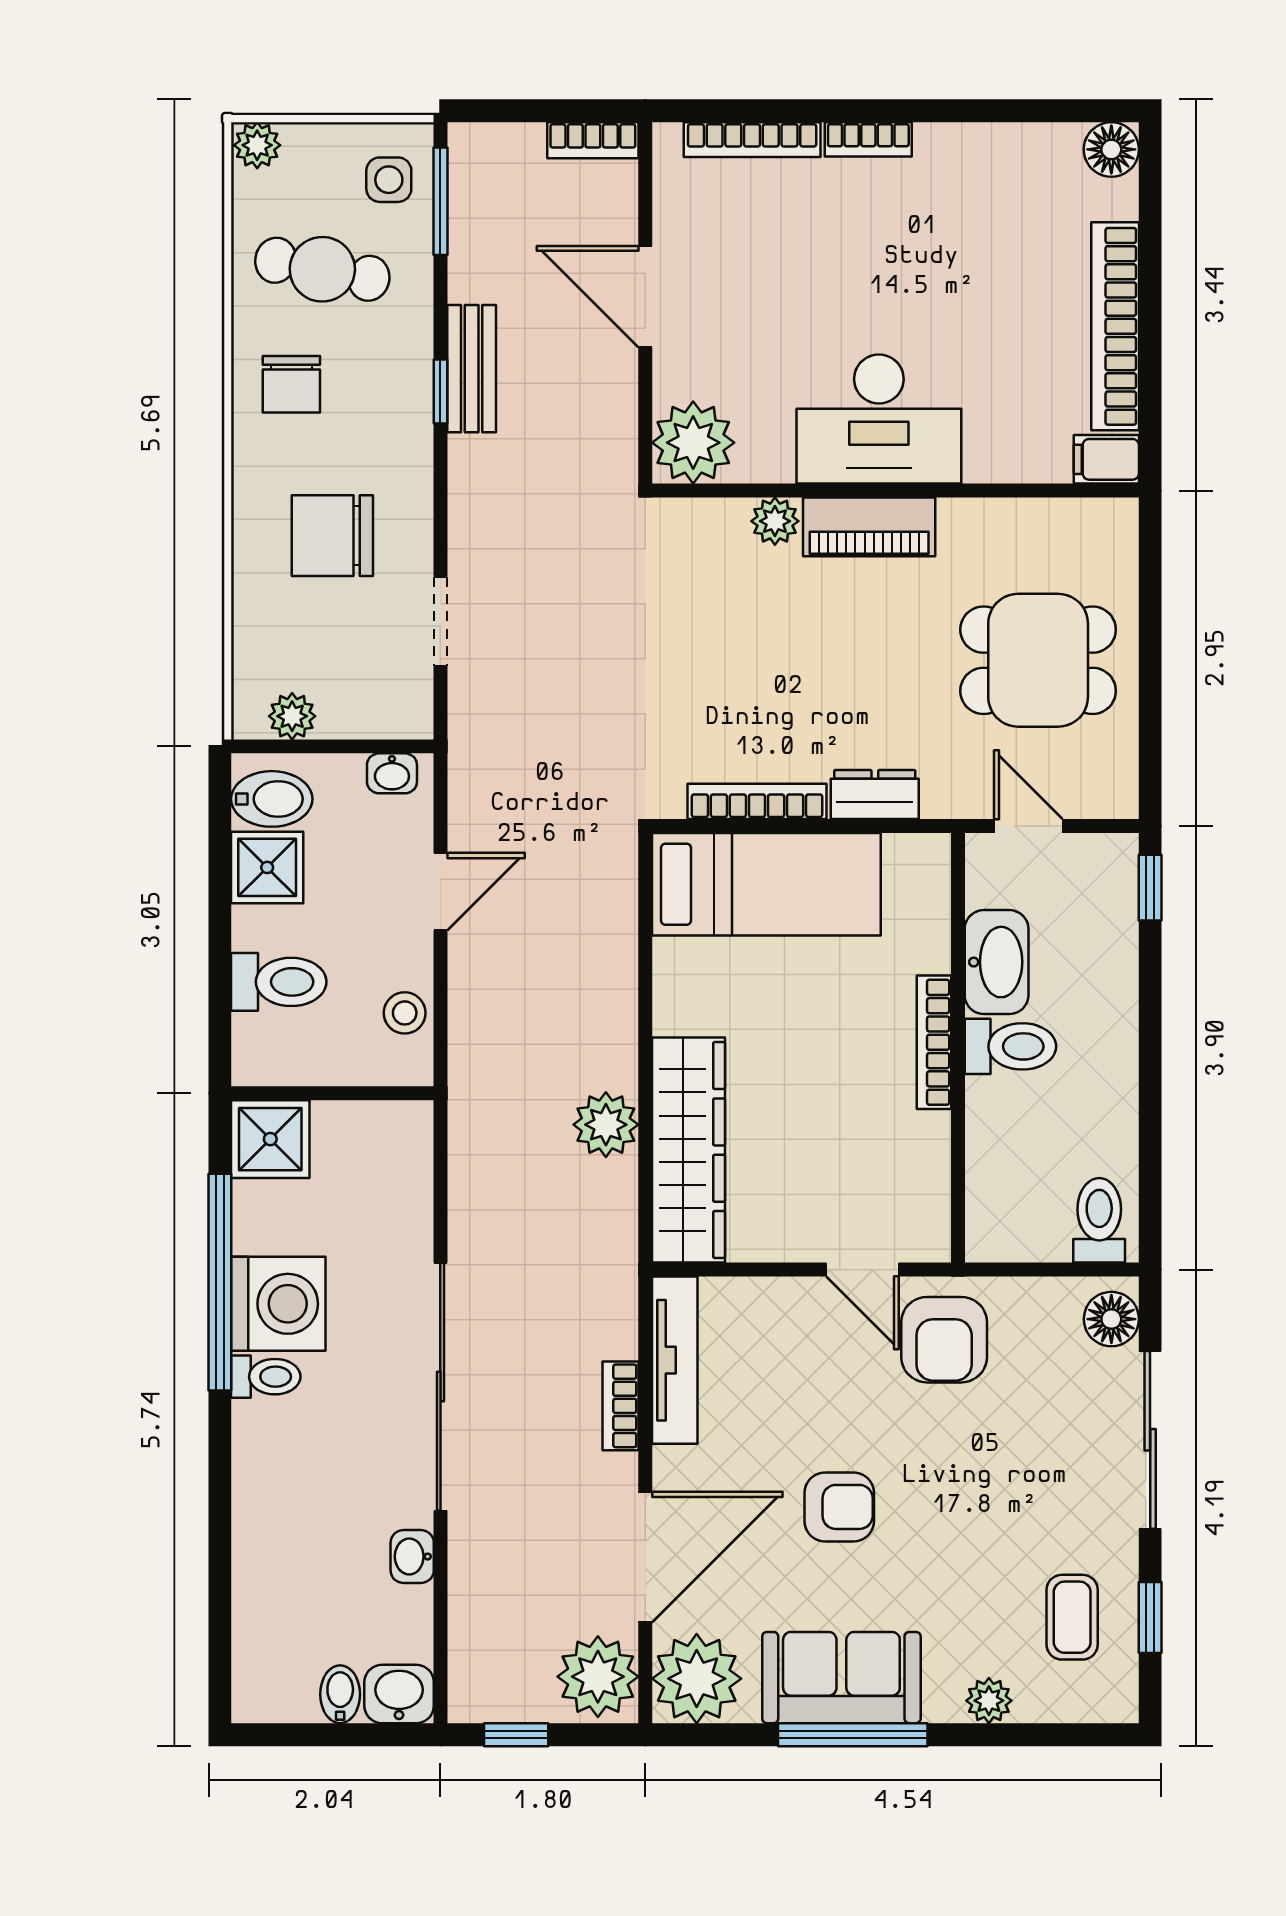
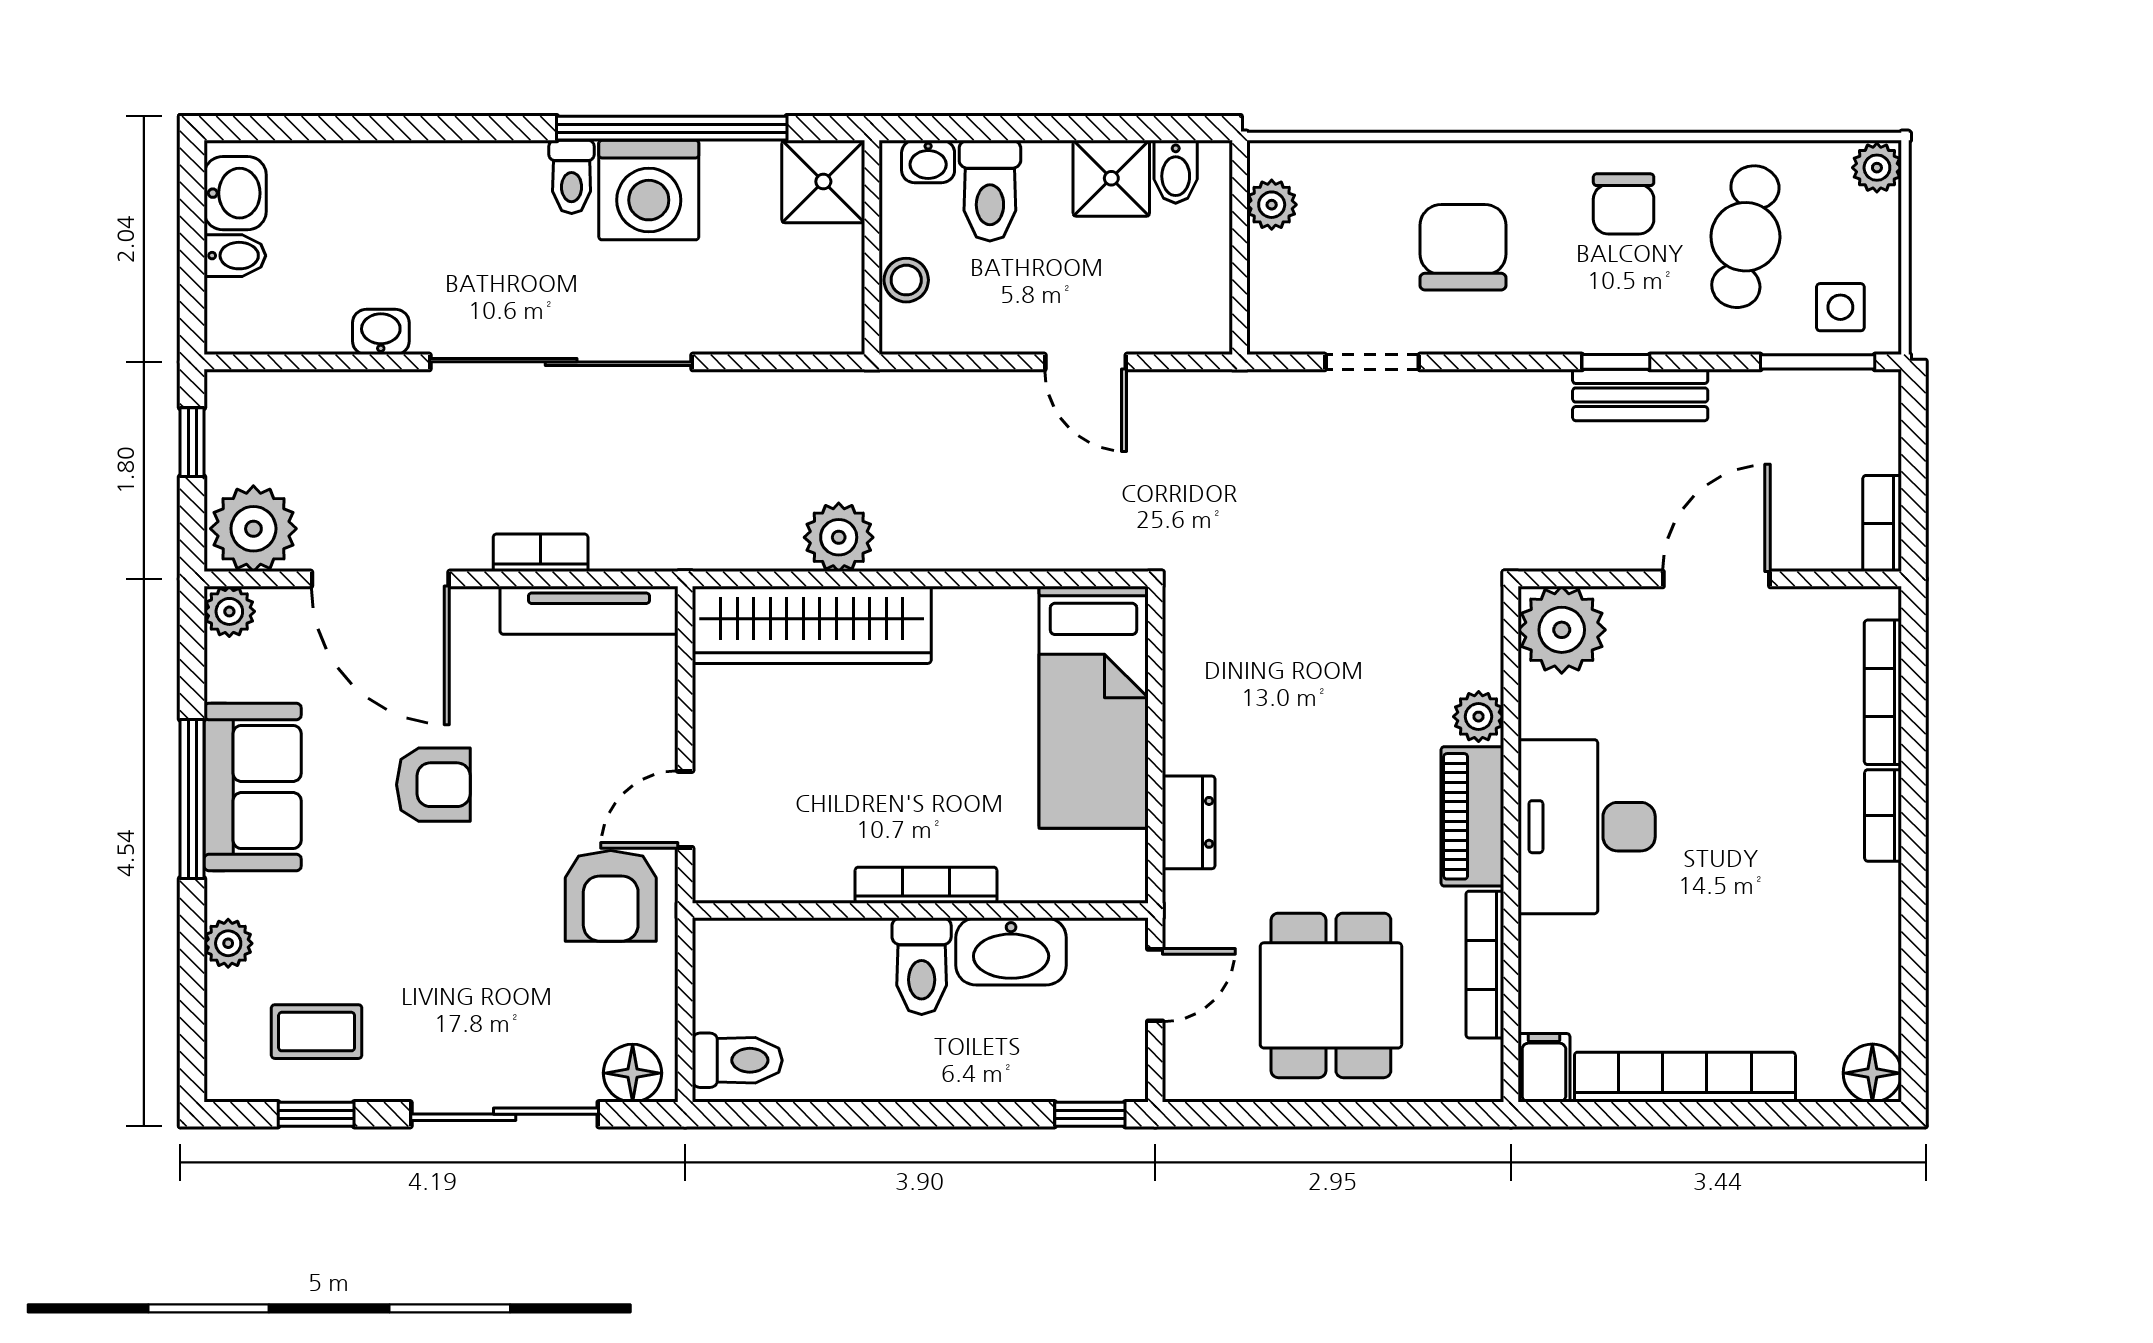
chair: (291, 384) -> (1624, 204), turned -90
washbasin: (392, 773) -> (928, 162), moved, turned -90
bidet: (272, 799) -> (1176, 172), width x0.72, depth x0.74
bookcase: (757, 801) -> (1485, 965), moved, turned 180
stool: (405, 1013) -> (906, 280), moved
armchair: (944, 1340) -> (611, 896), turned -90
armchair: (839, 1507) -> (433, 785), turned -90
plant: (697, 1679) -> (229, 611), width x0.53, depth x0.53
washbasin: (399, 1694) -> (235, 193), moved

